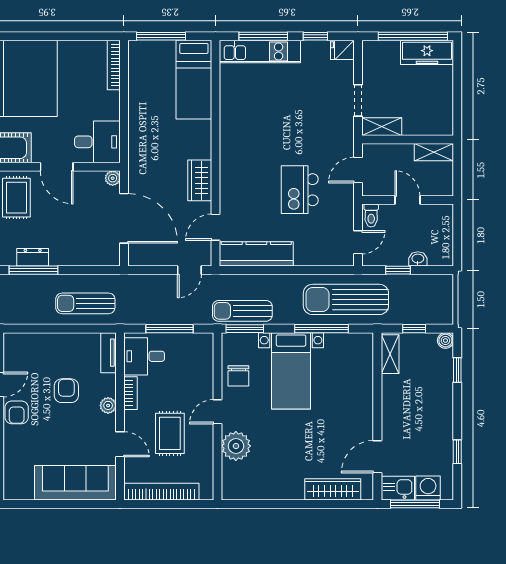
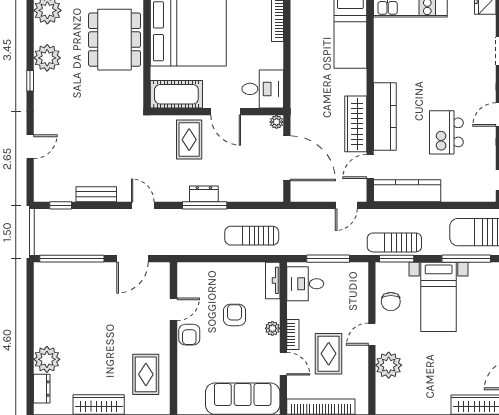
kitchen counter: (232, 172) -> (385, 117), added
wardrobe: (200, 180) -> (356, 124), width x1.50
bookcase: (131, 393) -> (293, 335), moved

